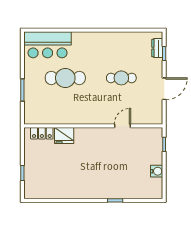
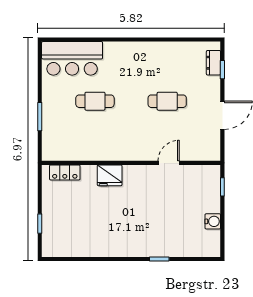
cafe table: (65, 78) -> (95, 101), width x0.73, depth x0.74
fridge: (64, 136) -> (110, 175), moved

